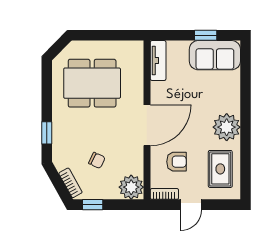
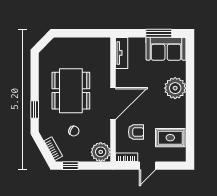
window: (206, 35) -> (159, 33), width x1.50
dining table: (92, 83) -> (71, 91), moved, turned 90
plant: (227, 127) -> (175, 88), moved
rug: (220, 169) -> (170, 138), turned 90

